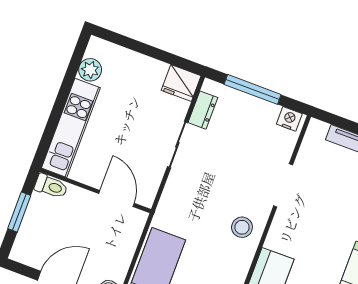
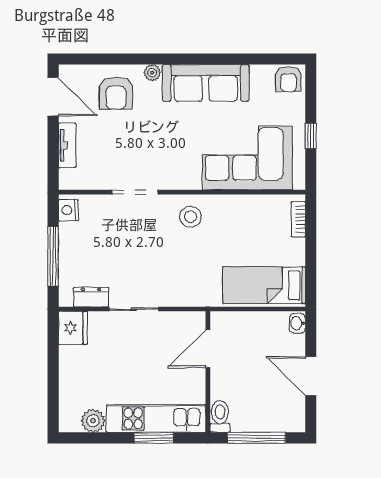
window: (54, 119) -> (154, 438), added
window: (19, 212) -> (256, 438), width x1.44

